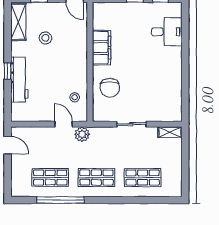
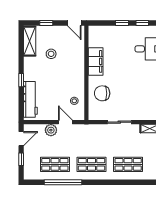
workbench: (19, 79) -> (30, 99), moved
chair: (110, 88) -> (102, 93), turned 90
plant: (82, 134) -> (51, 130), moved
door: (8, 145) -> (21, 139), hinge flipped
window: (8, 171) -> (21, 159), added

